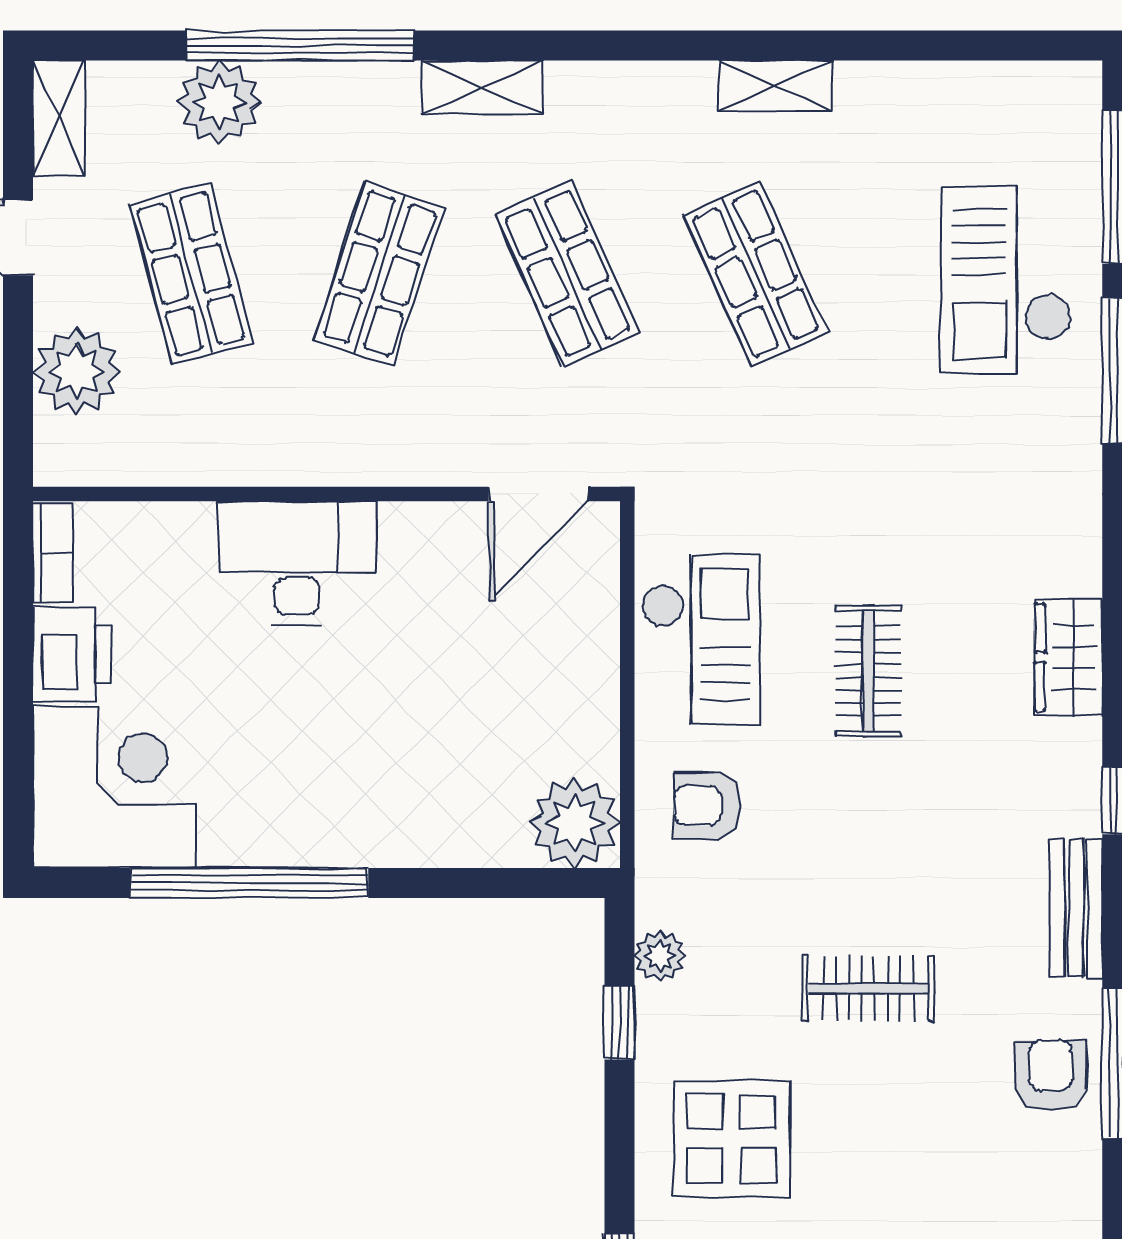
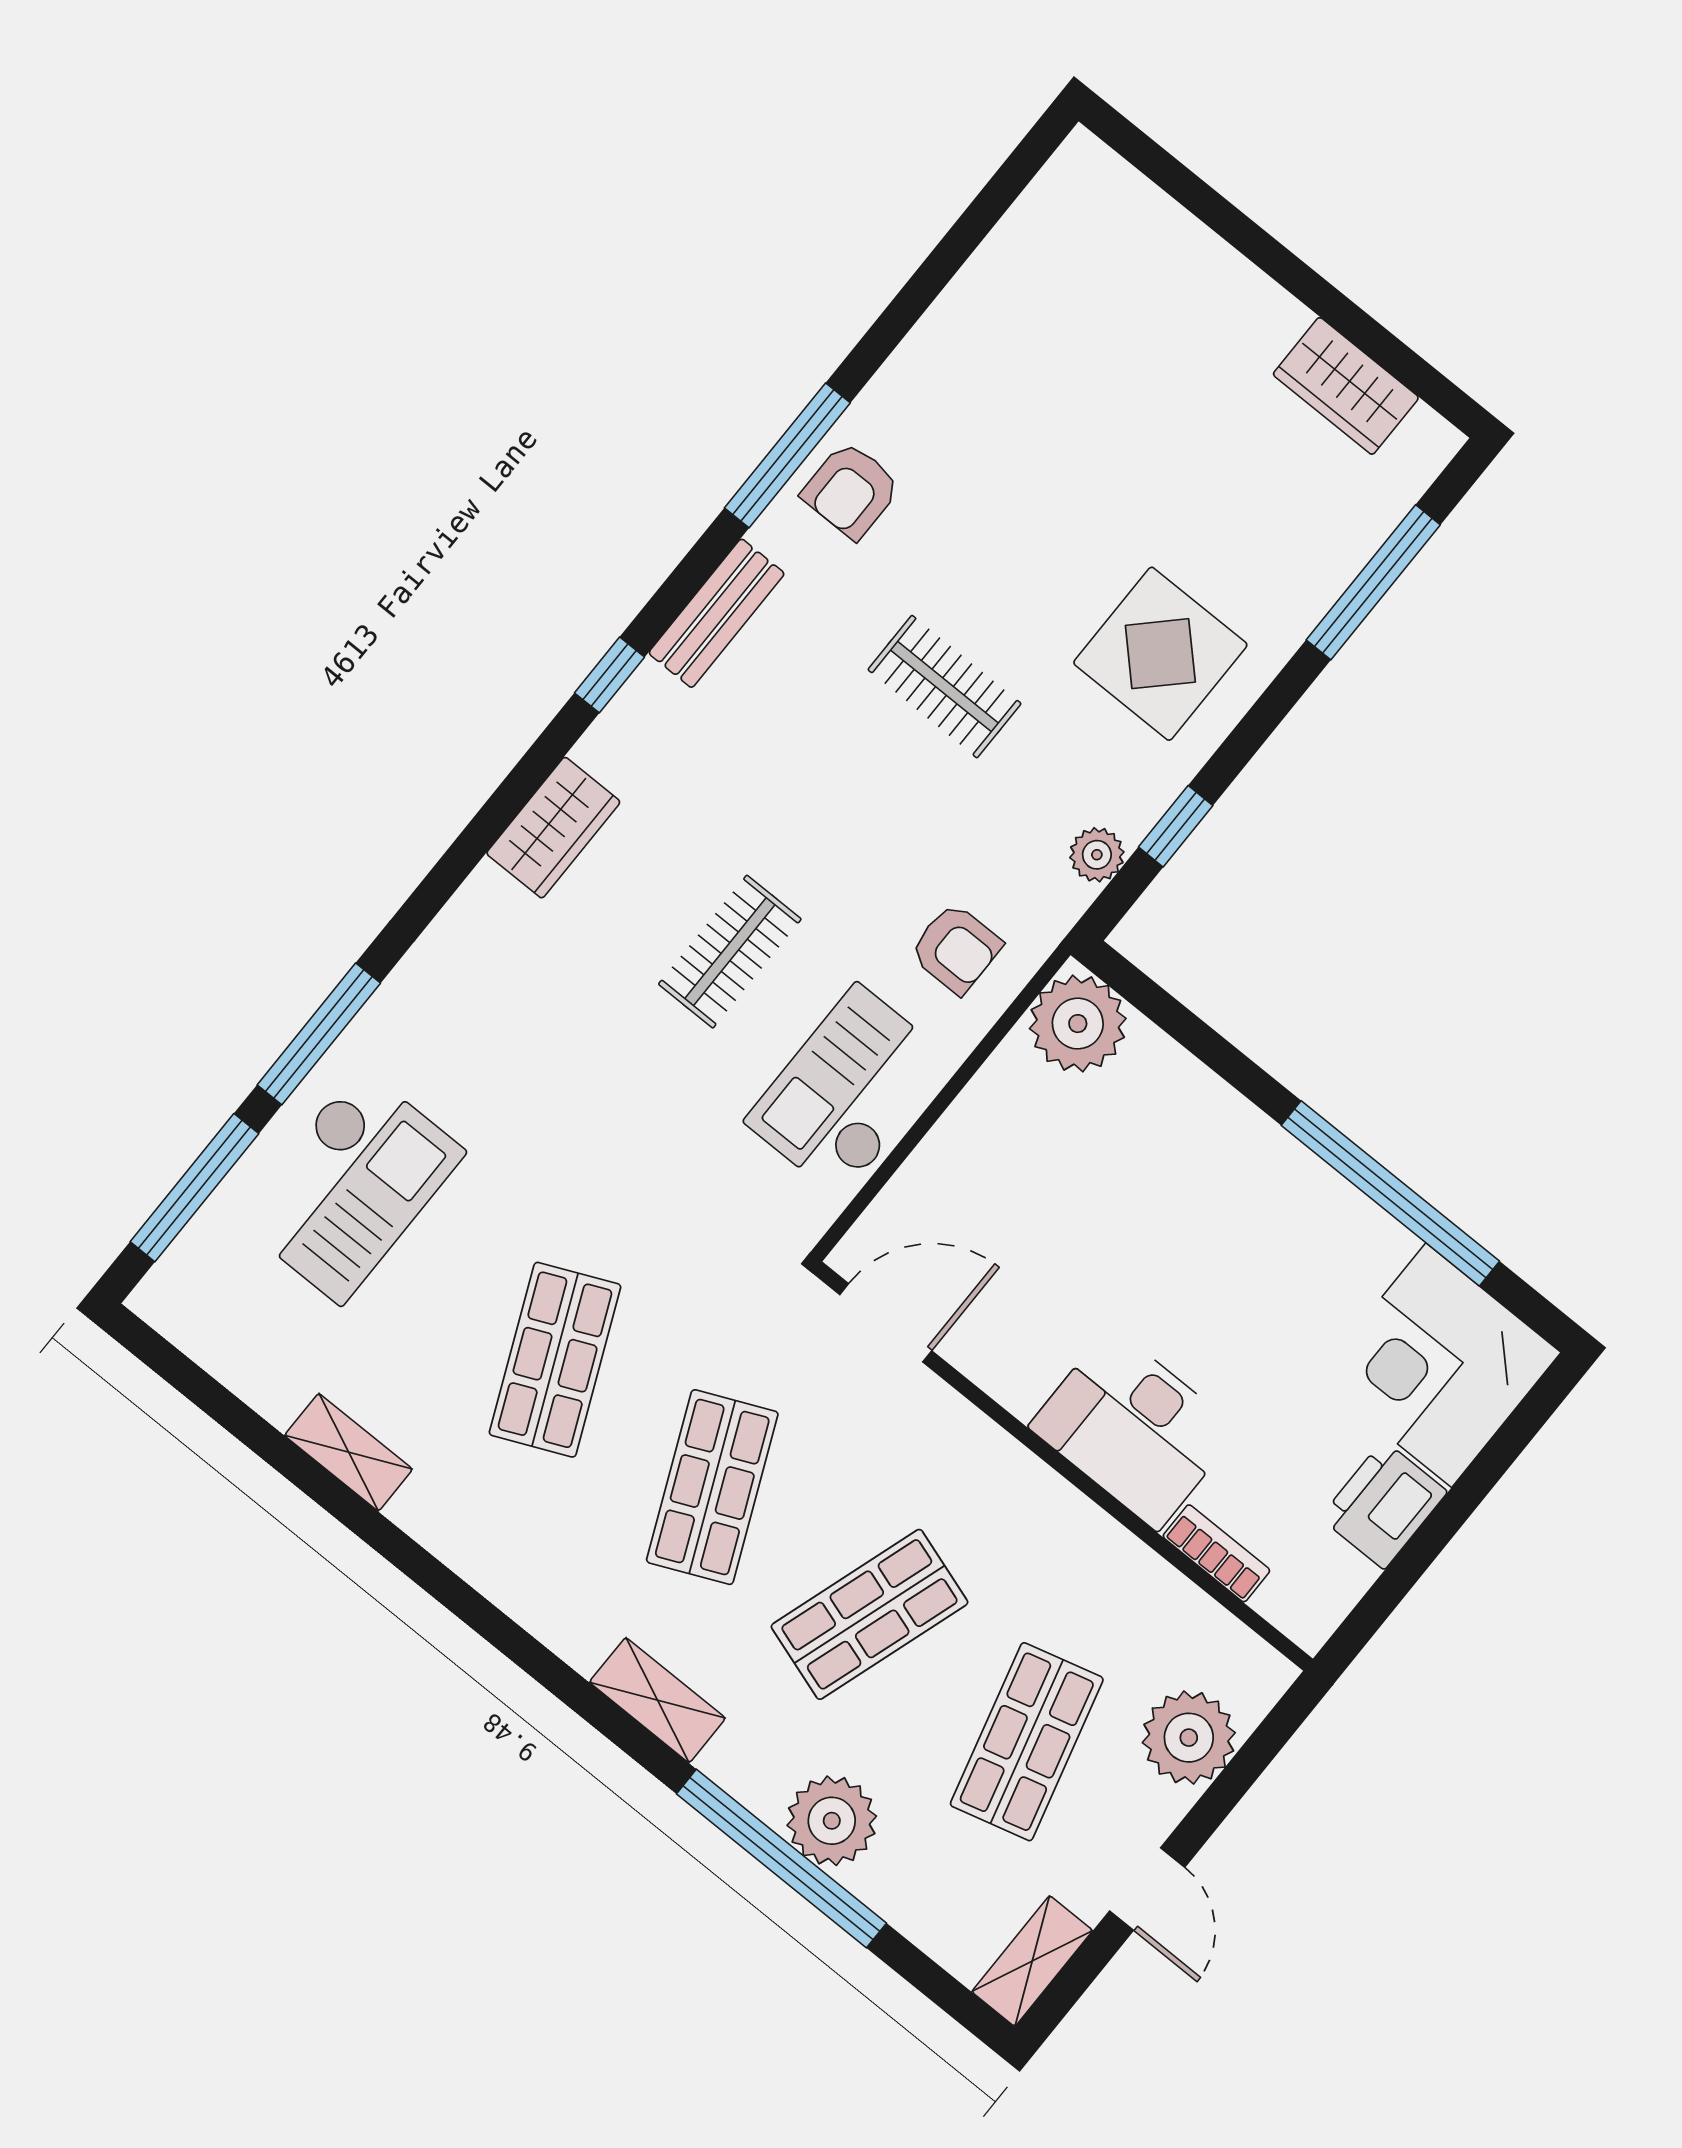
shelving: (775, 86) -> (349, 1452), moved
plant: (219, 102) -> (832, 1821), moved
bookcase: (53, 553) -> (1216, 1553), moved, turned 90

